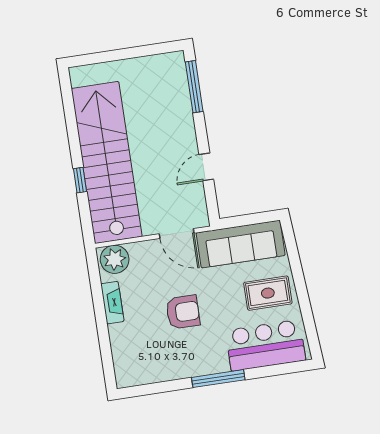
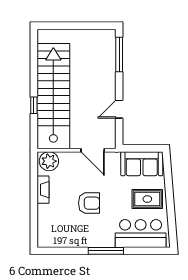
sofa: (241, 244) -> (142, 164), width x0.73

